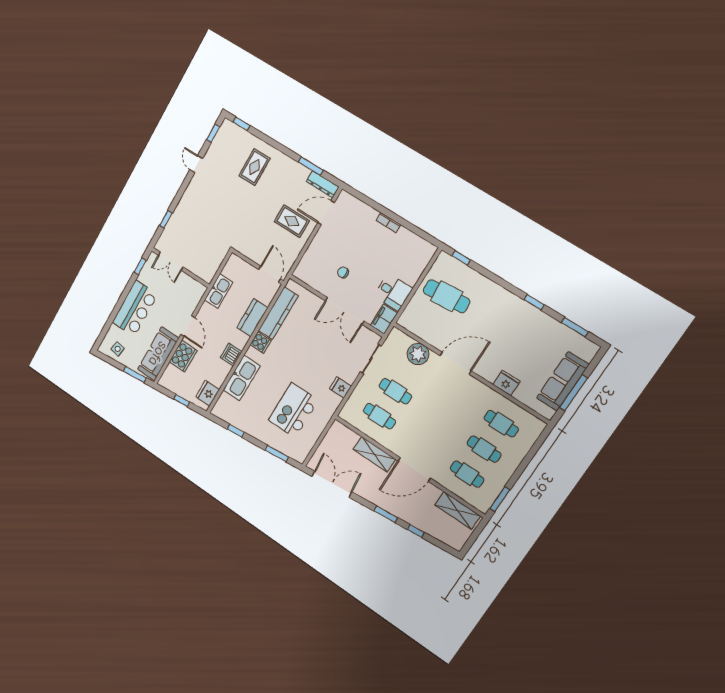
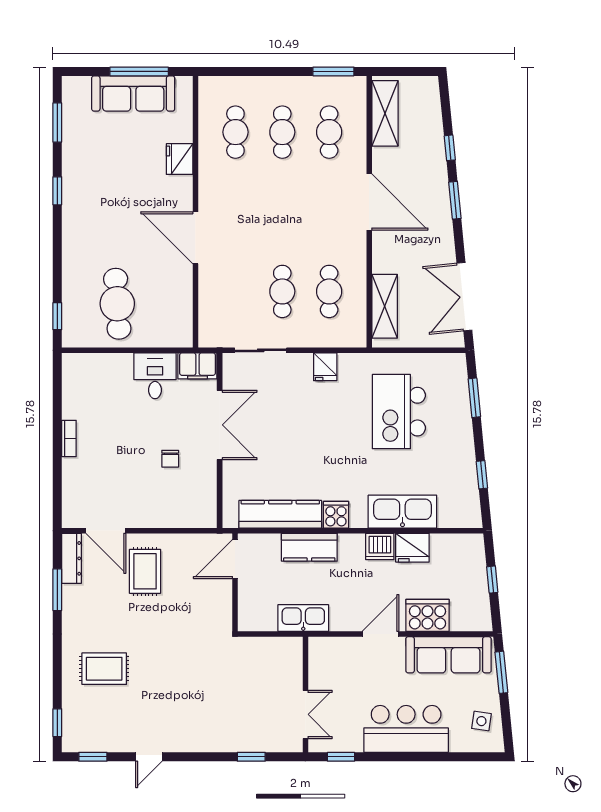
plant: (418, 354) -> (215, 293), removed
fridge: (208, 393) -> (412, 548), moved
kitchen island: (293, 410) -> (399, 412), turned 90
shelving: (374, 454) -> (385, 306), moved

